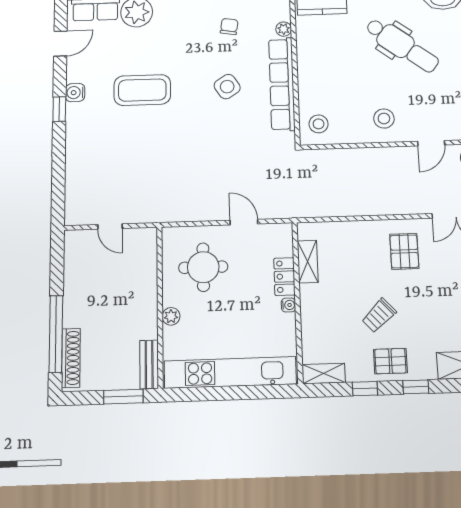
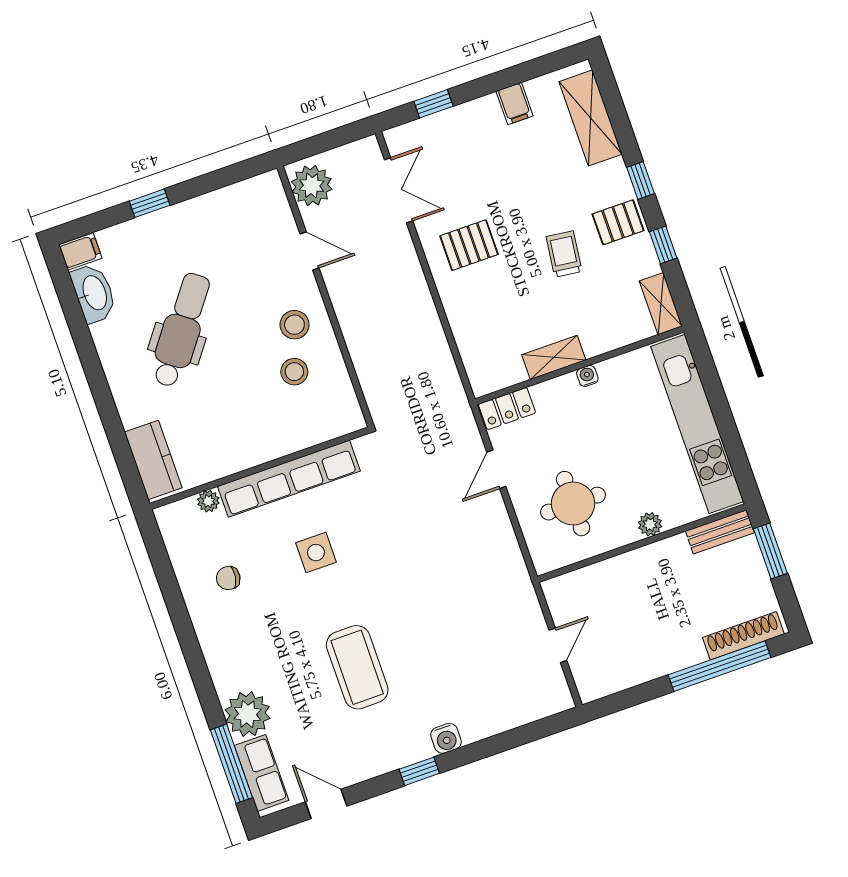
side table: (227, 87) -> (316, 553), turned 33
water cooler: (75, 93) -> (446, 738), moved
stool: (319, 124) -> (294, 372), moved
shelving: (308, 262) -> (554, 357), moved
locker: (284, 277) -> (507, 409), moved
trolley: (379, 316) -> (564, 254), turned -130
pallet: (390, 361) -> (618, 222), turned 90

